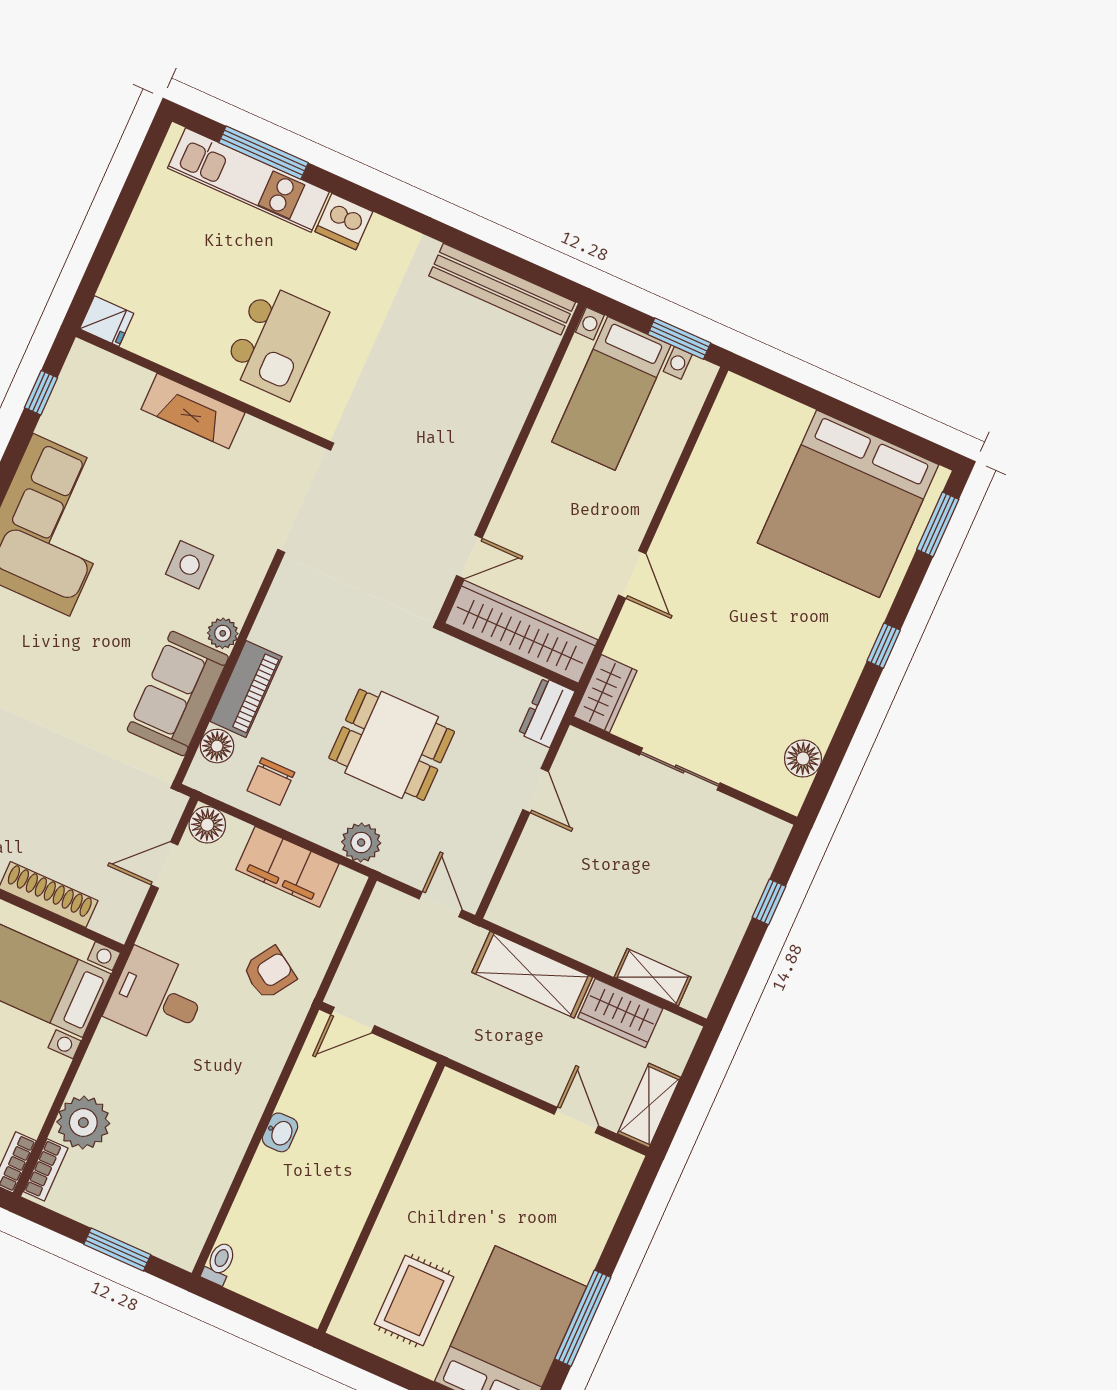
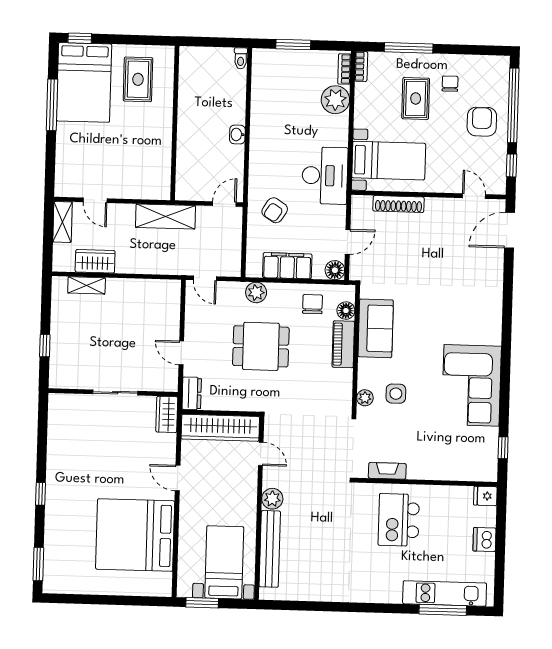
dishwasher: (344, 222) -> (484, 539), moved, turned -90
bench: (502, 289) -> (270, 549), moved, turned 90
fireplace: (193, 411) -> (387, 471), moved, width x0.73, depth x0.76
plant: (482, 470) -> (272, 499), added
bed: (848, 504) -> (135, 535), moved, turned -90
door: (469, 557) -> (261, 454), swing flipped
plant: (223, 633) -> (365, 398), moved
floor lamp: (803, 759) -> (57, 422), removed
shelving: (532, 975) -> (166, 216), moved
desk: (156, 997) -> (325, 176), width x1.37

